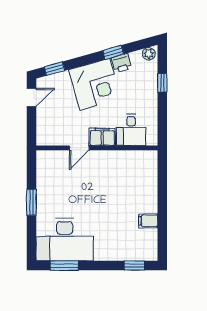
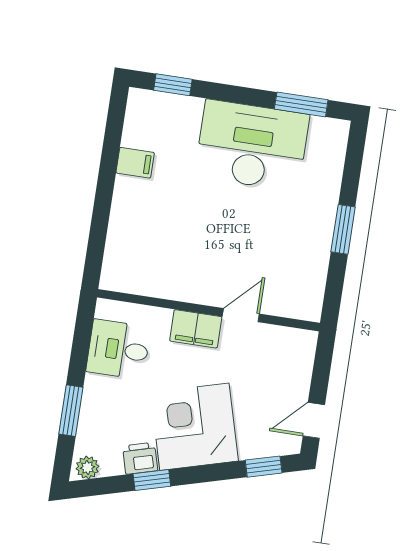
window: (162, 83) -> (71, 411), width x1.50
desk: (131, 130) -> (118, 349), moved, turned -90
desk: (65, 240) -> (252, 145), moved

